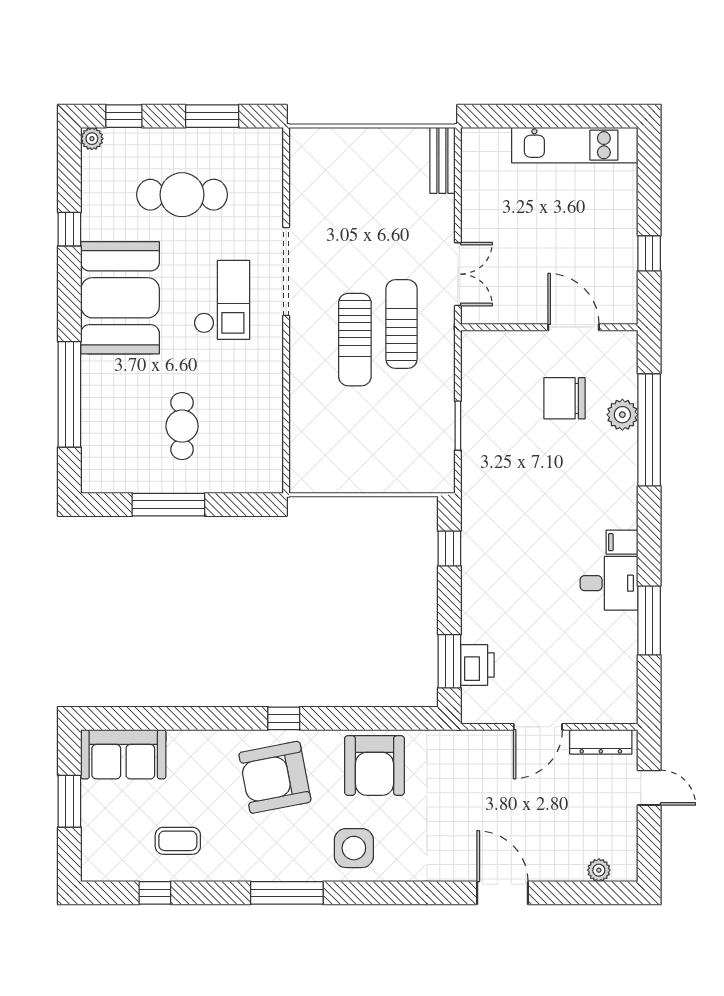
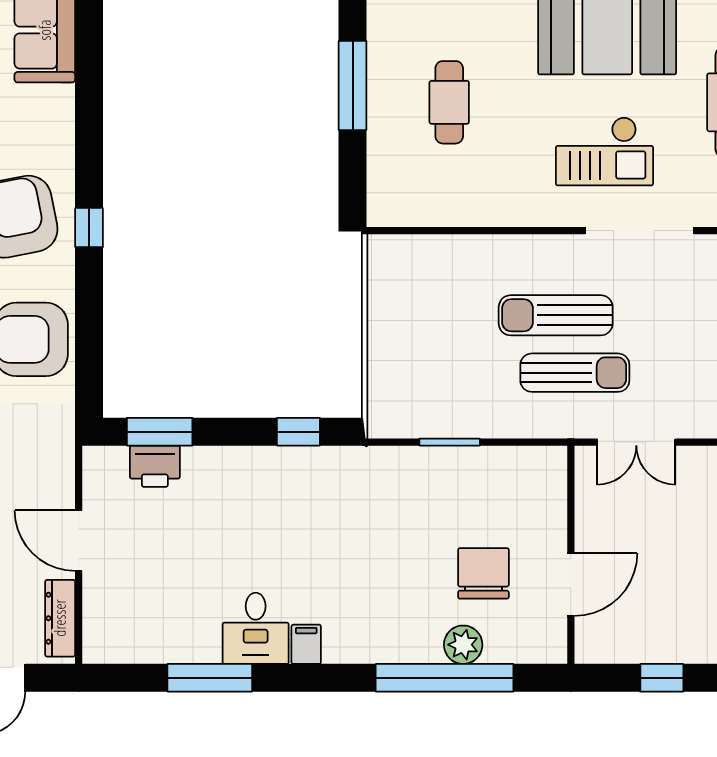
cafe table: (182, 426) -> (449, 102), turned 90

